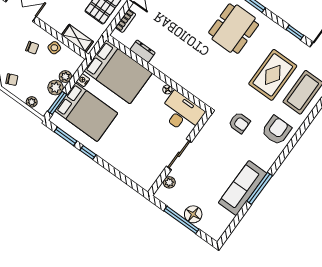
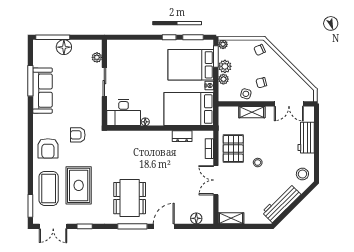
shelving: (77, 38) -> (252, 112), moved
plant: (32, 102) -> (223, 44), moved
window: (260, 188) -> (30, 81), moved
window: (181, 220) -> (53, 37), moved

